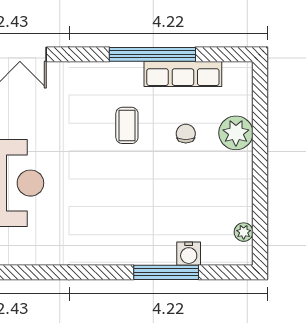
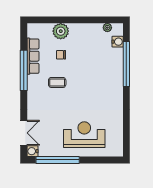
water cooler: (189, 254) -> (118, 42), moved
window: (166, 272) -> (126, 64), width x1.46

